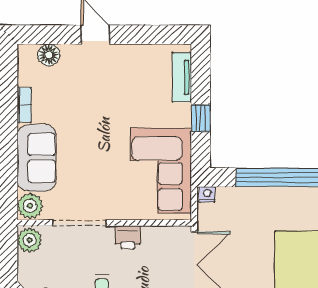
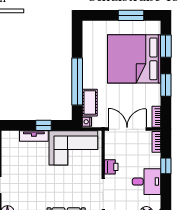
tv unit: (182, 77) -> (34, 136), moved
cot: (241, 199) -> (90, 103), added

